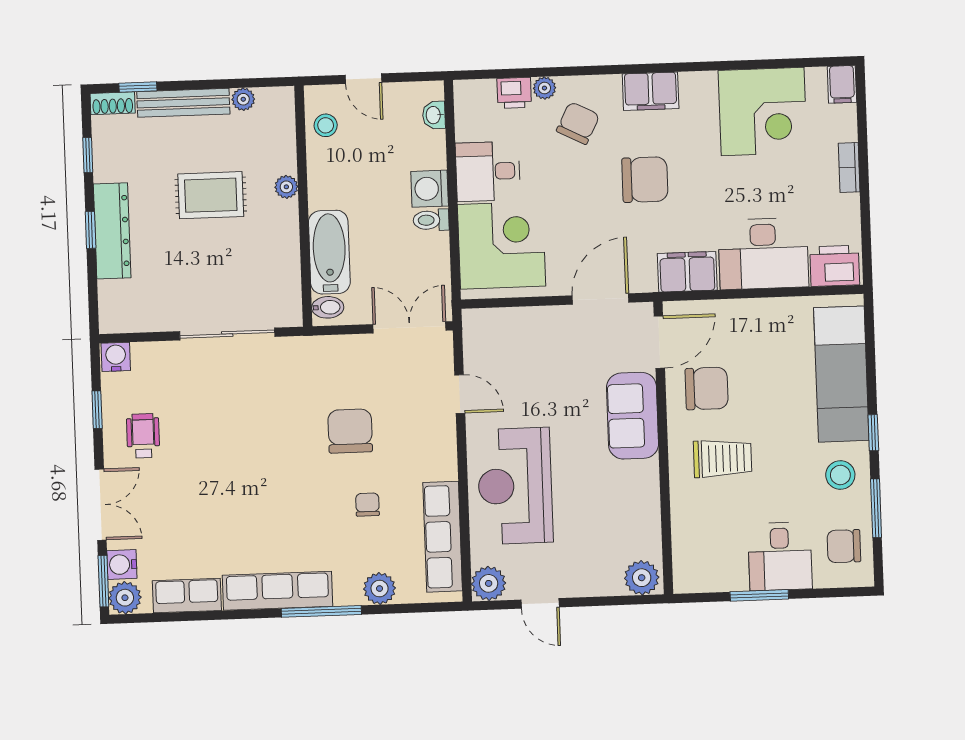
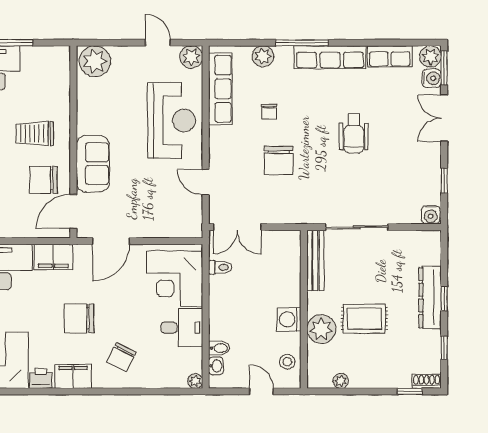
plant: (544, 88) -> (195, 381), moved
printer: (514, 93) -> (41, 378), moved
bench: (183, 103) -> (315, 260), moved, turned 90
plant: (286, 187) -> (321, 329), width x1.88, depth x1.88
washing machine: (430, 189) -> (289, 319), moved, turned 180
toilet: (431, 220) -> (220, 267), moved
bathtub: (329, 252) -> (288, 278), removed
bidet: (328, 307) -> (219, 348), moved, turned 180
wheelchair: (143, 436) -> (354, 133), moved, width x1.36, depth x1.37
plant: (642, 578) -> (95, 61), width x1.36, depth x1.36

